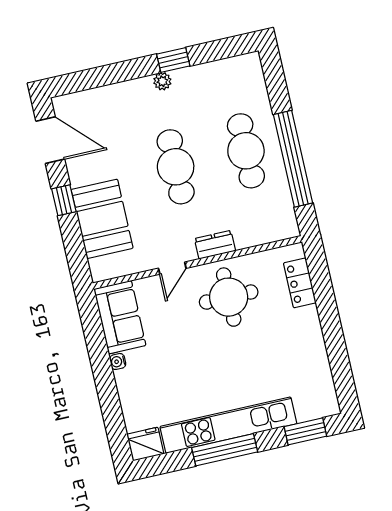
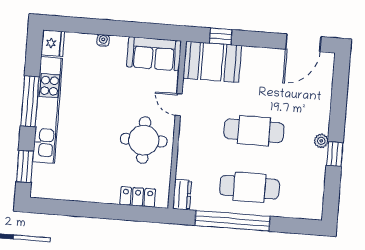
window: (64, 200) -> (221, 36), moved
booth: (102, 219) -> (212, 62), moved
dresser: (215, 245) -> (182, 195), moved
water cooler: (118, 361) -> (103, 40), moved

